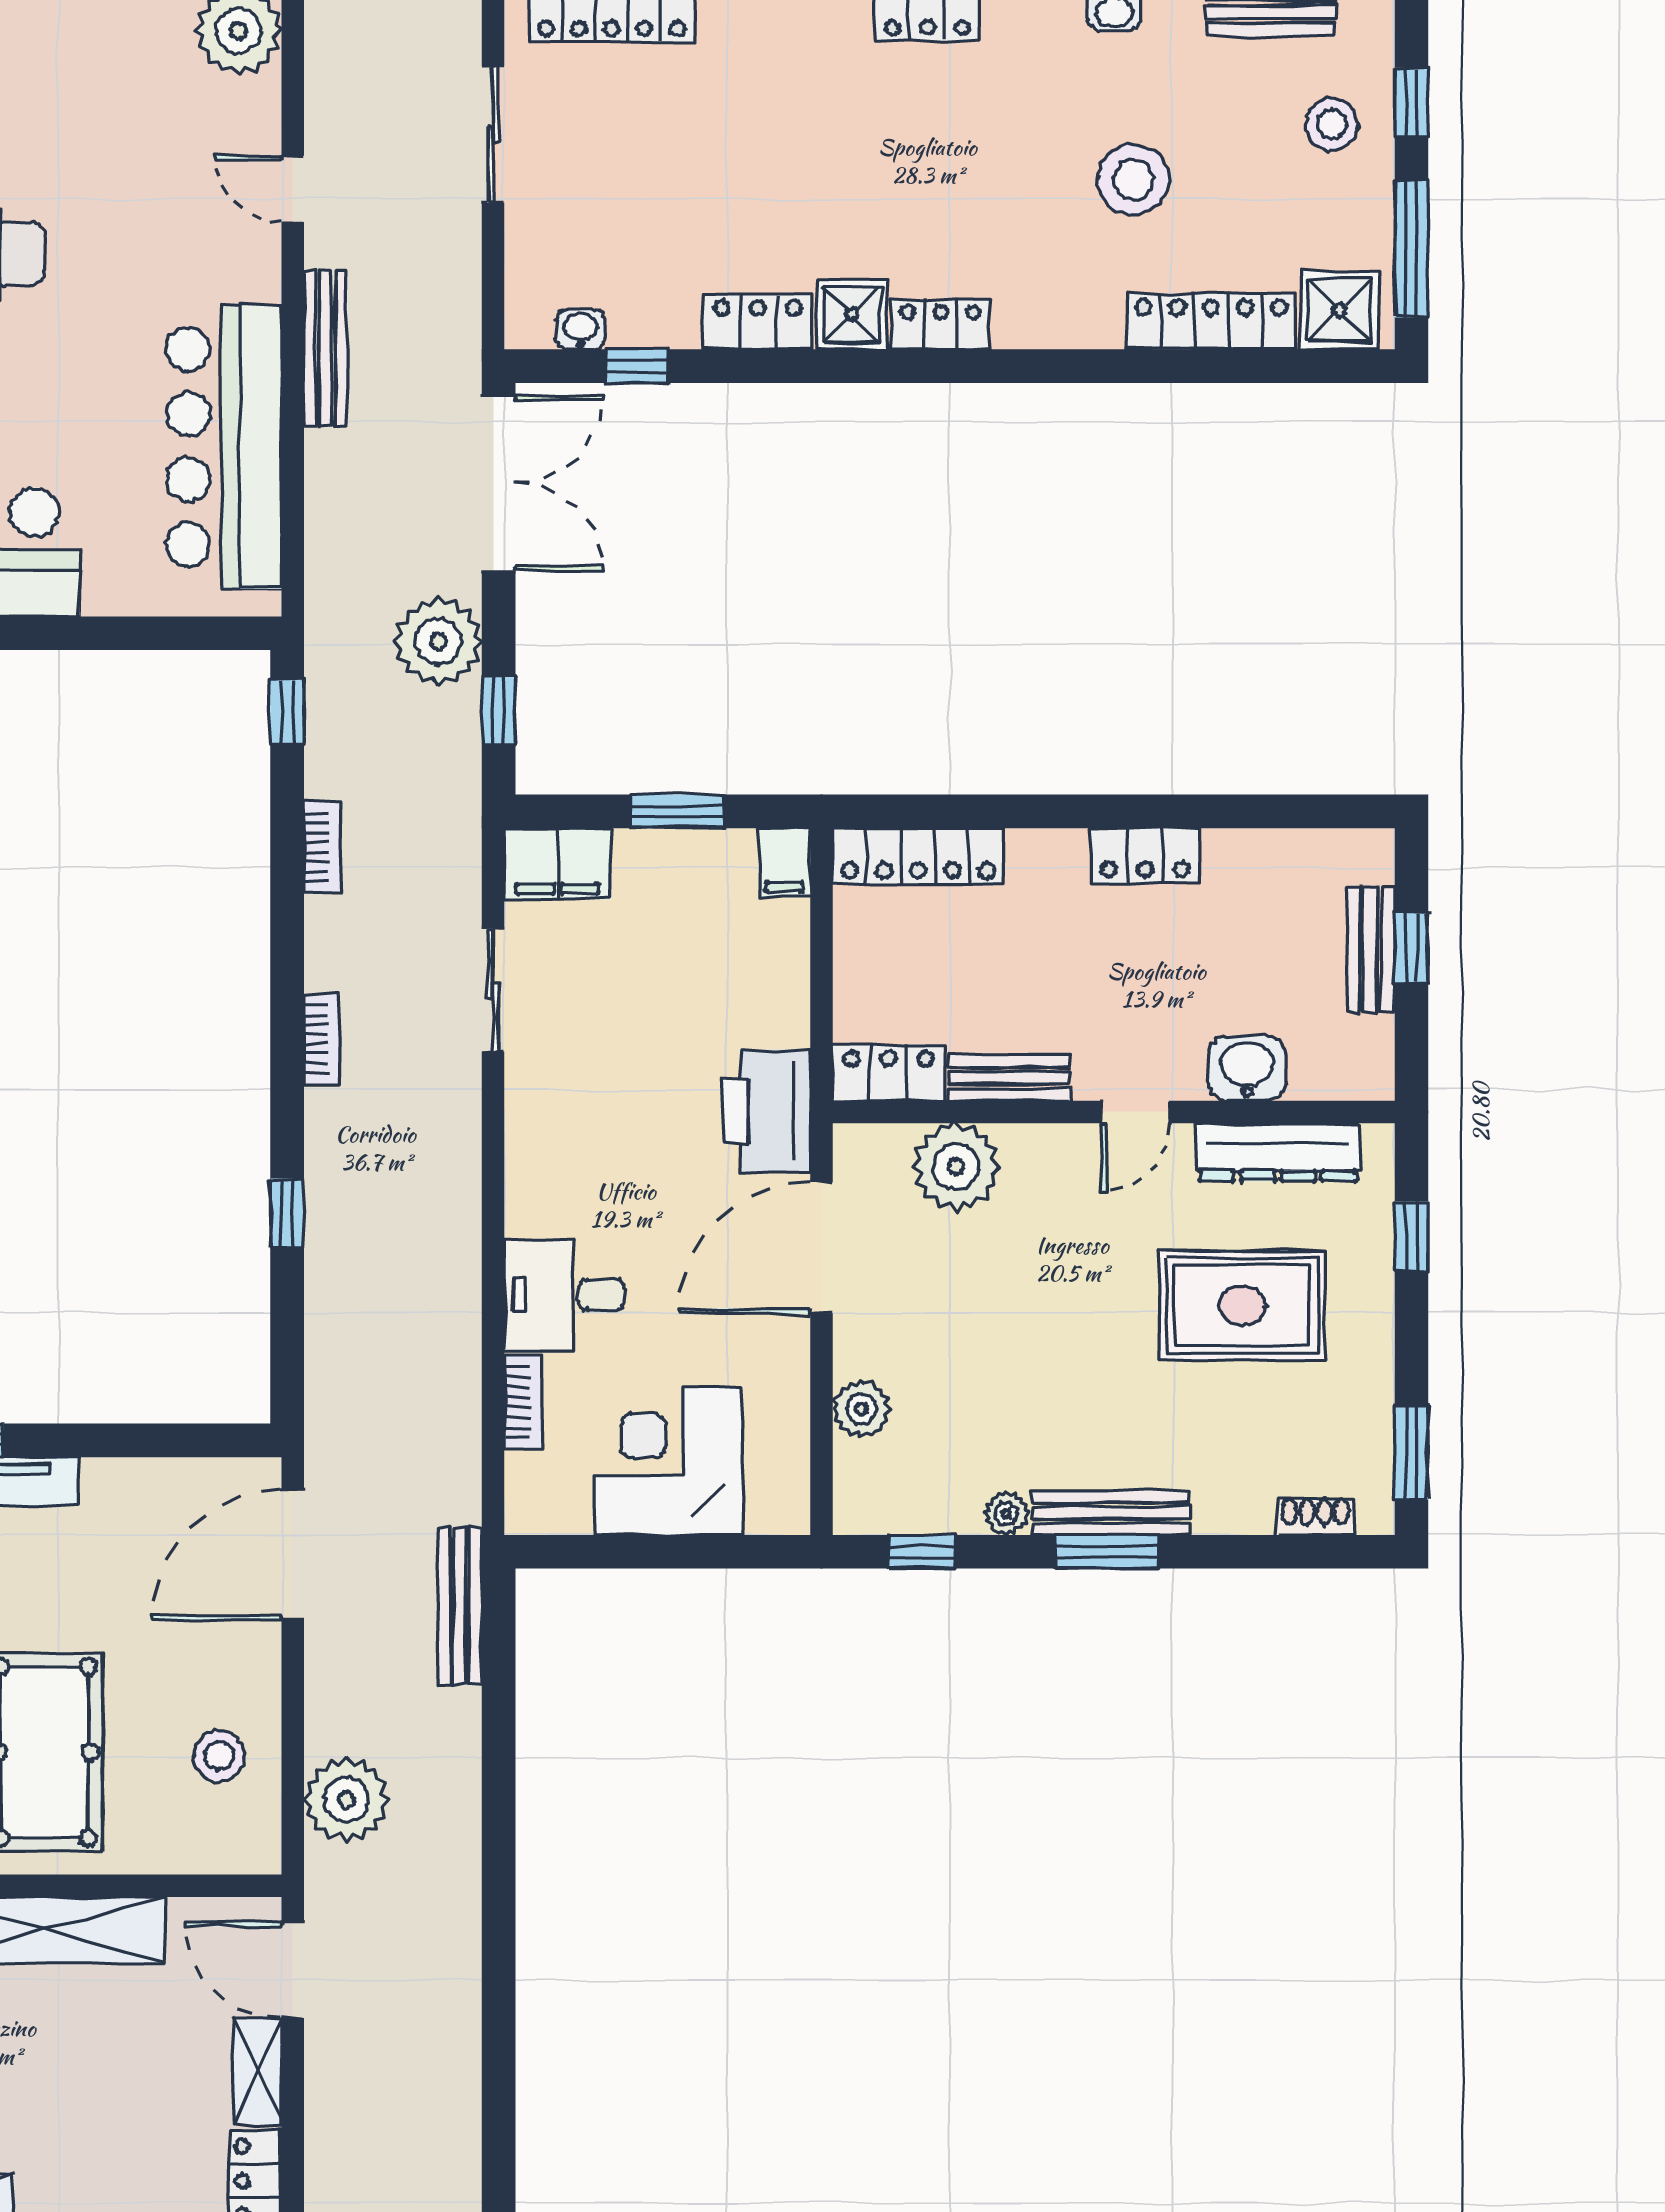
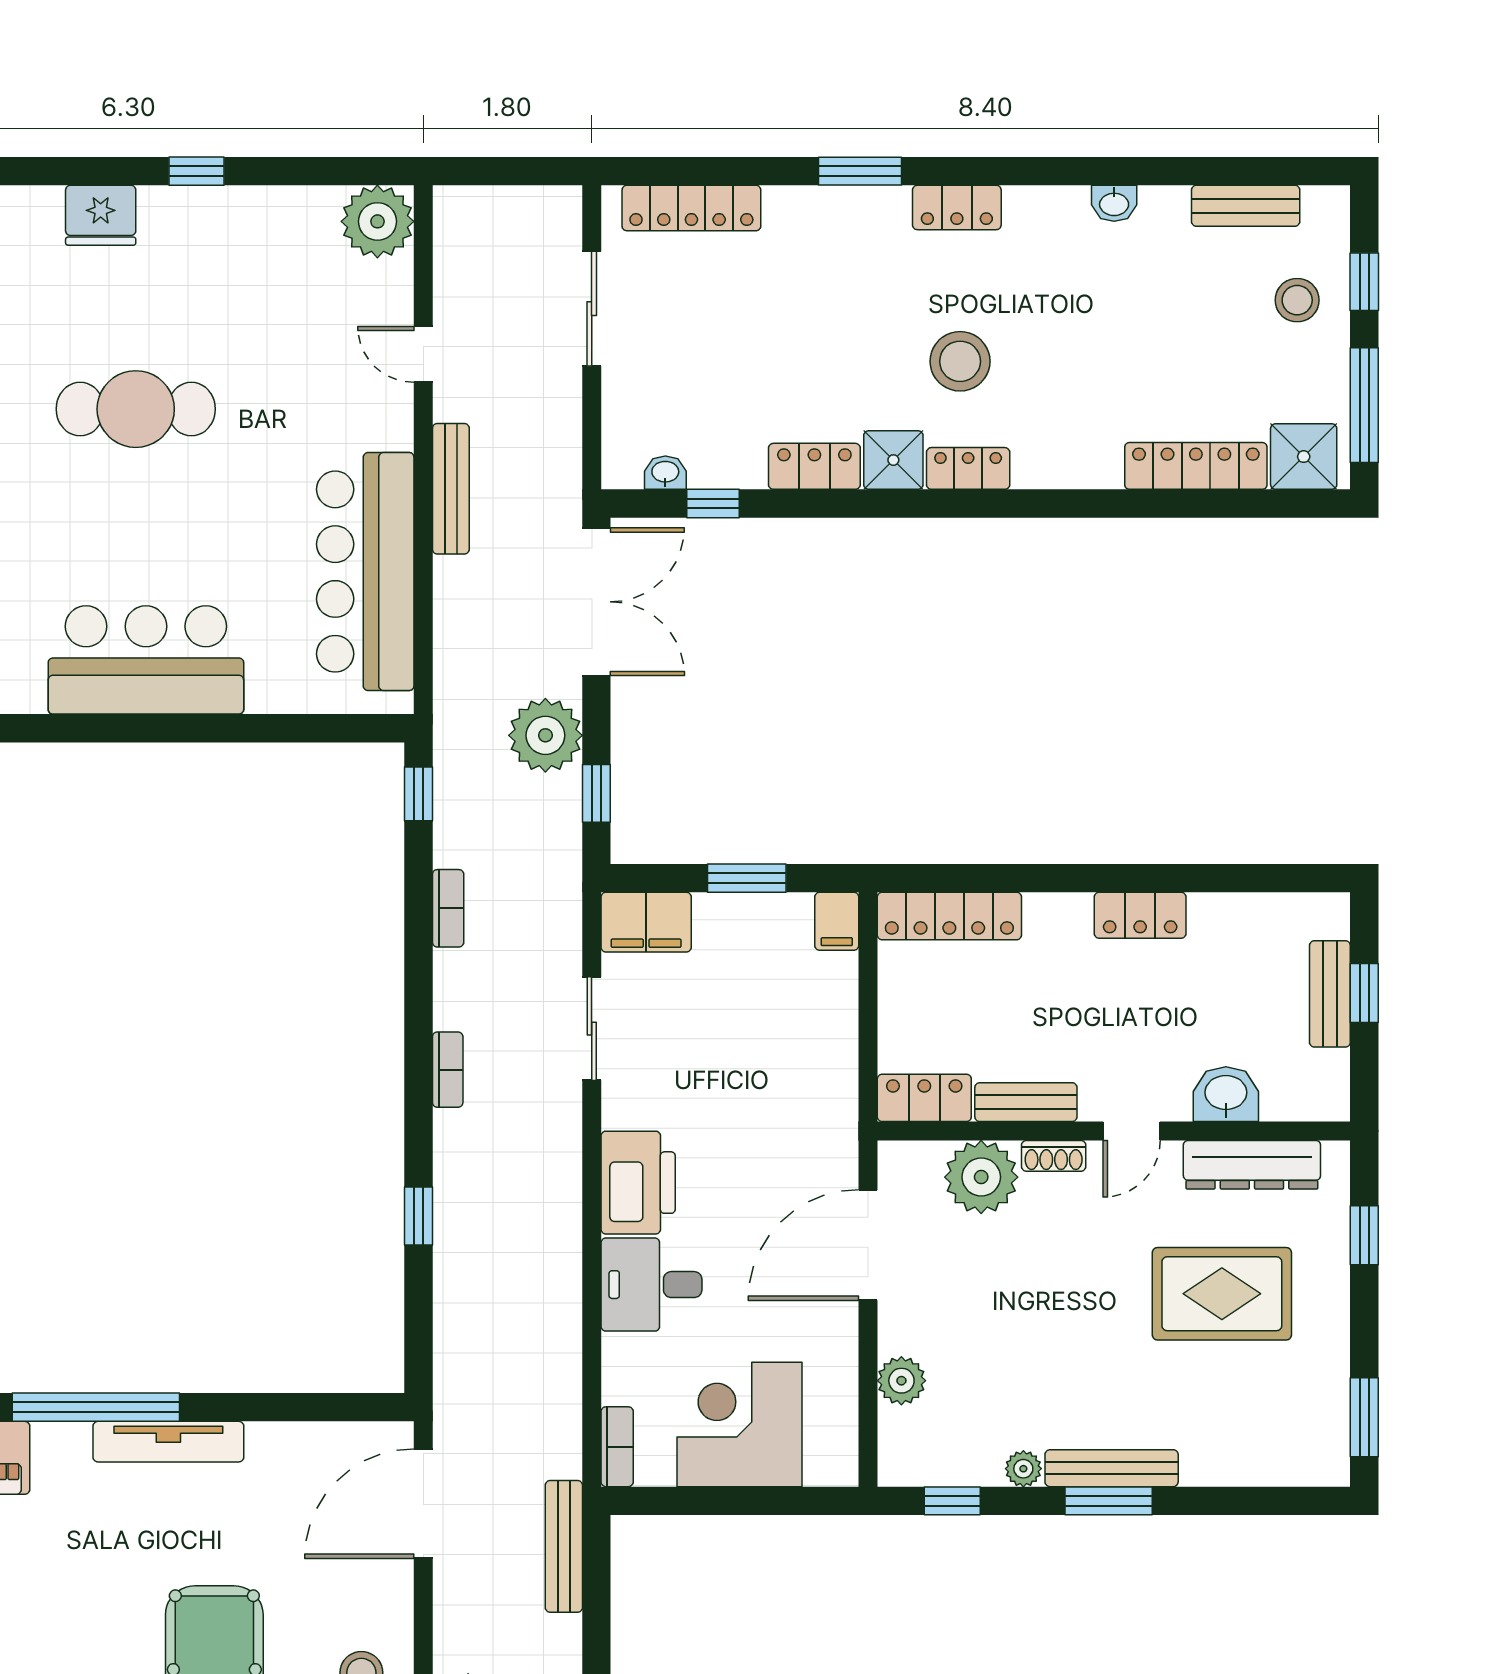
stool: (1133, 180) -> (960, 361), moved
printer: (766, 1111) -> (638, 1183), moved, turned 180
bookcase: (523, 1402) -> (617, 1447), moved
shoe rack: (1316, 1517) -> (1054, 1156), moved, turned 180

